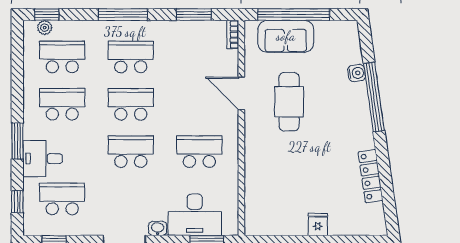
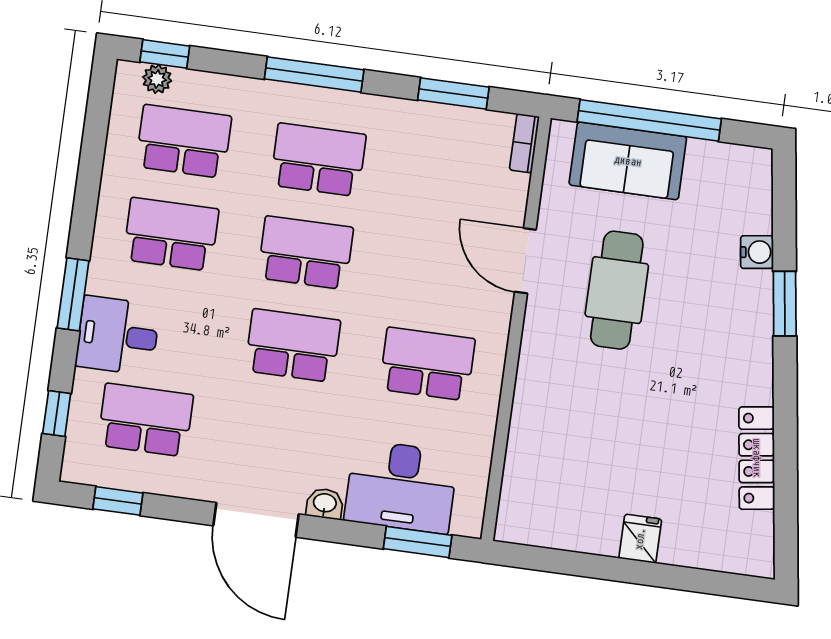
window: (374, 97) -> (785, 304), width x0.47

